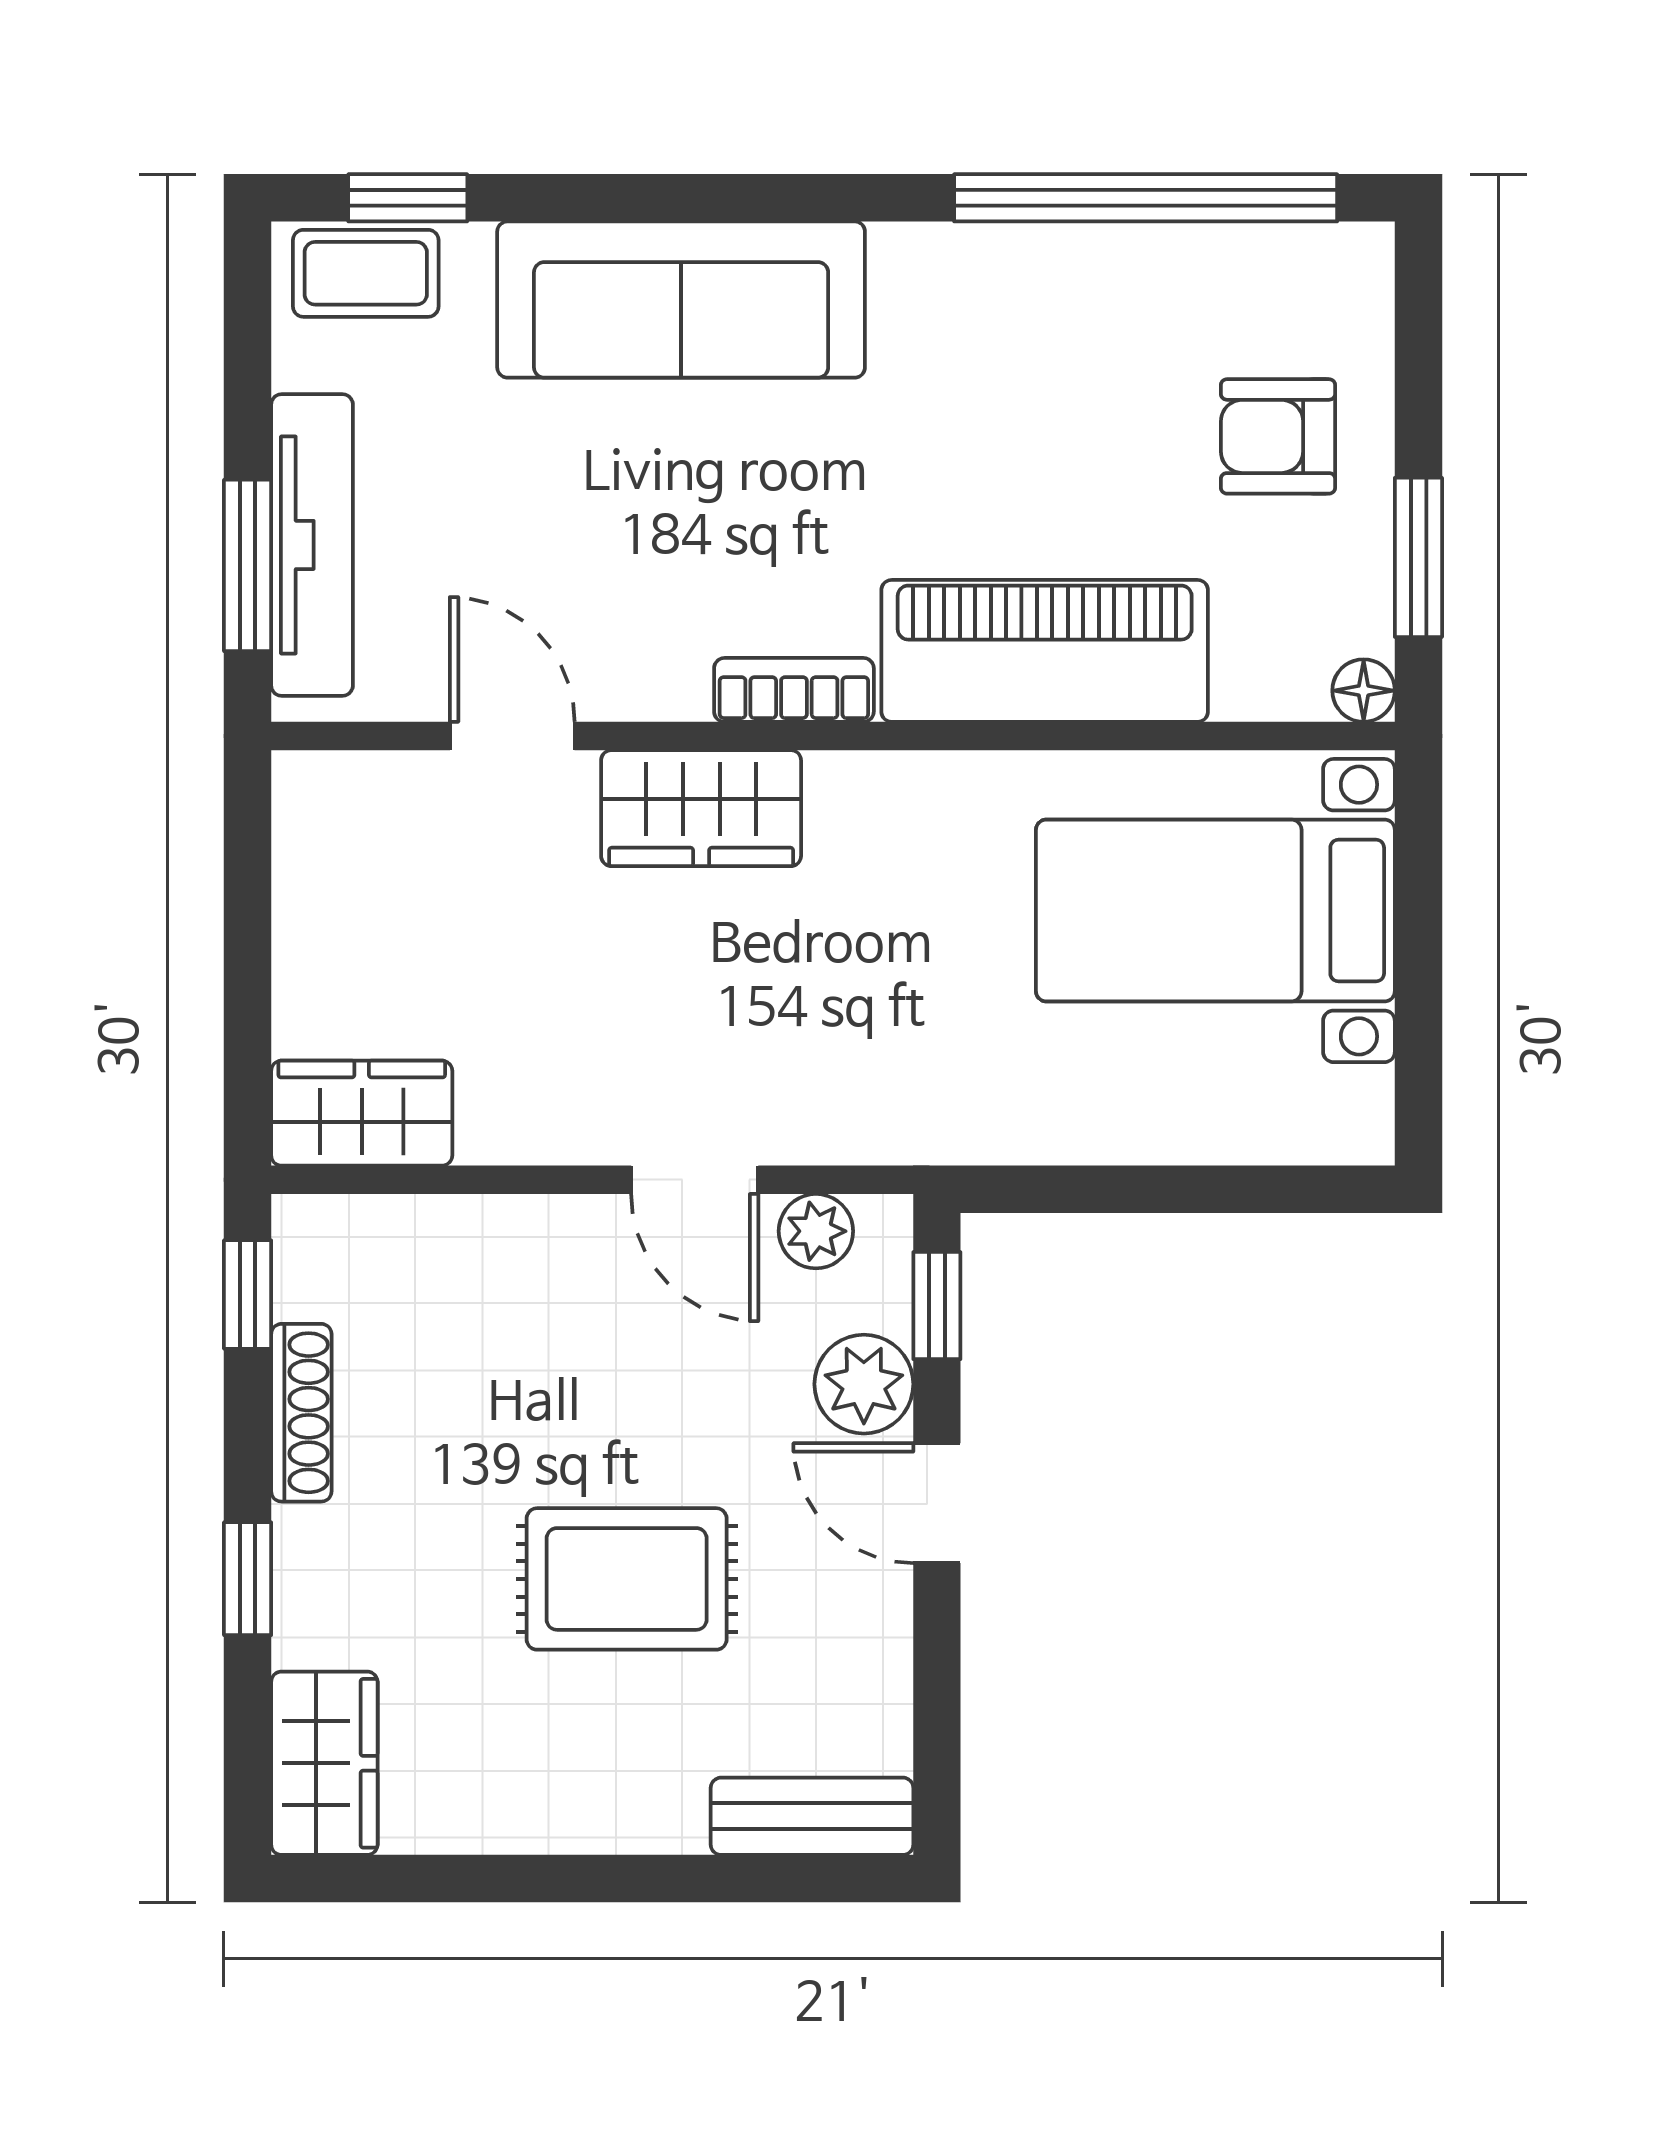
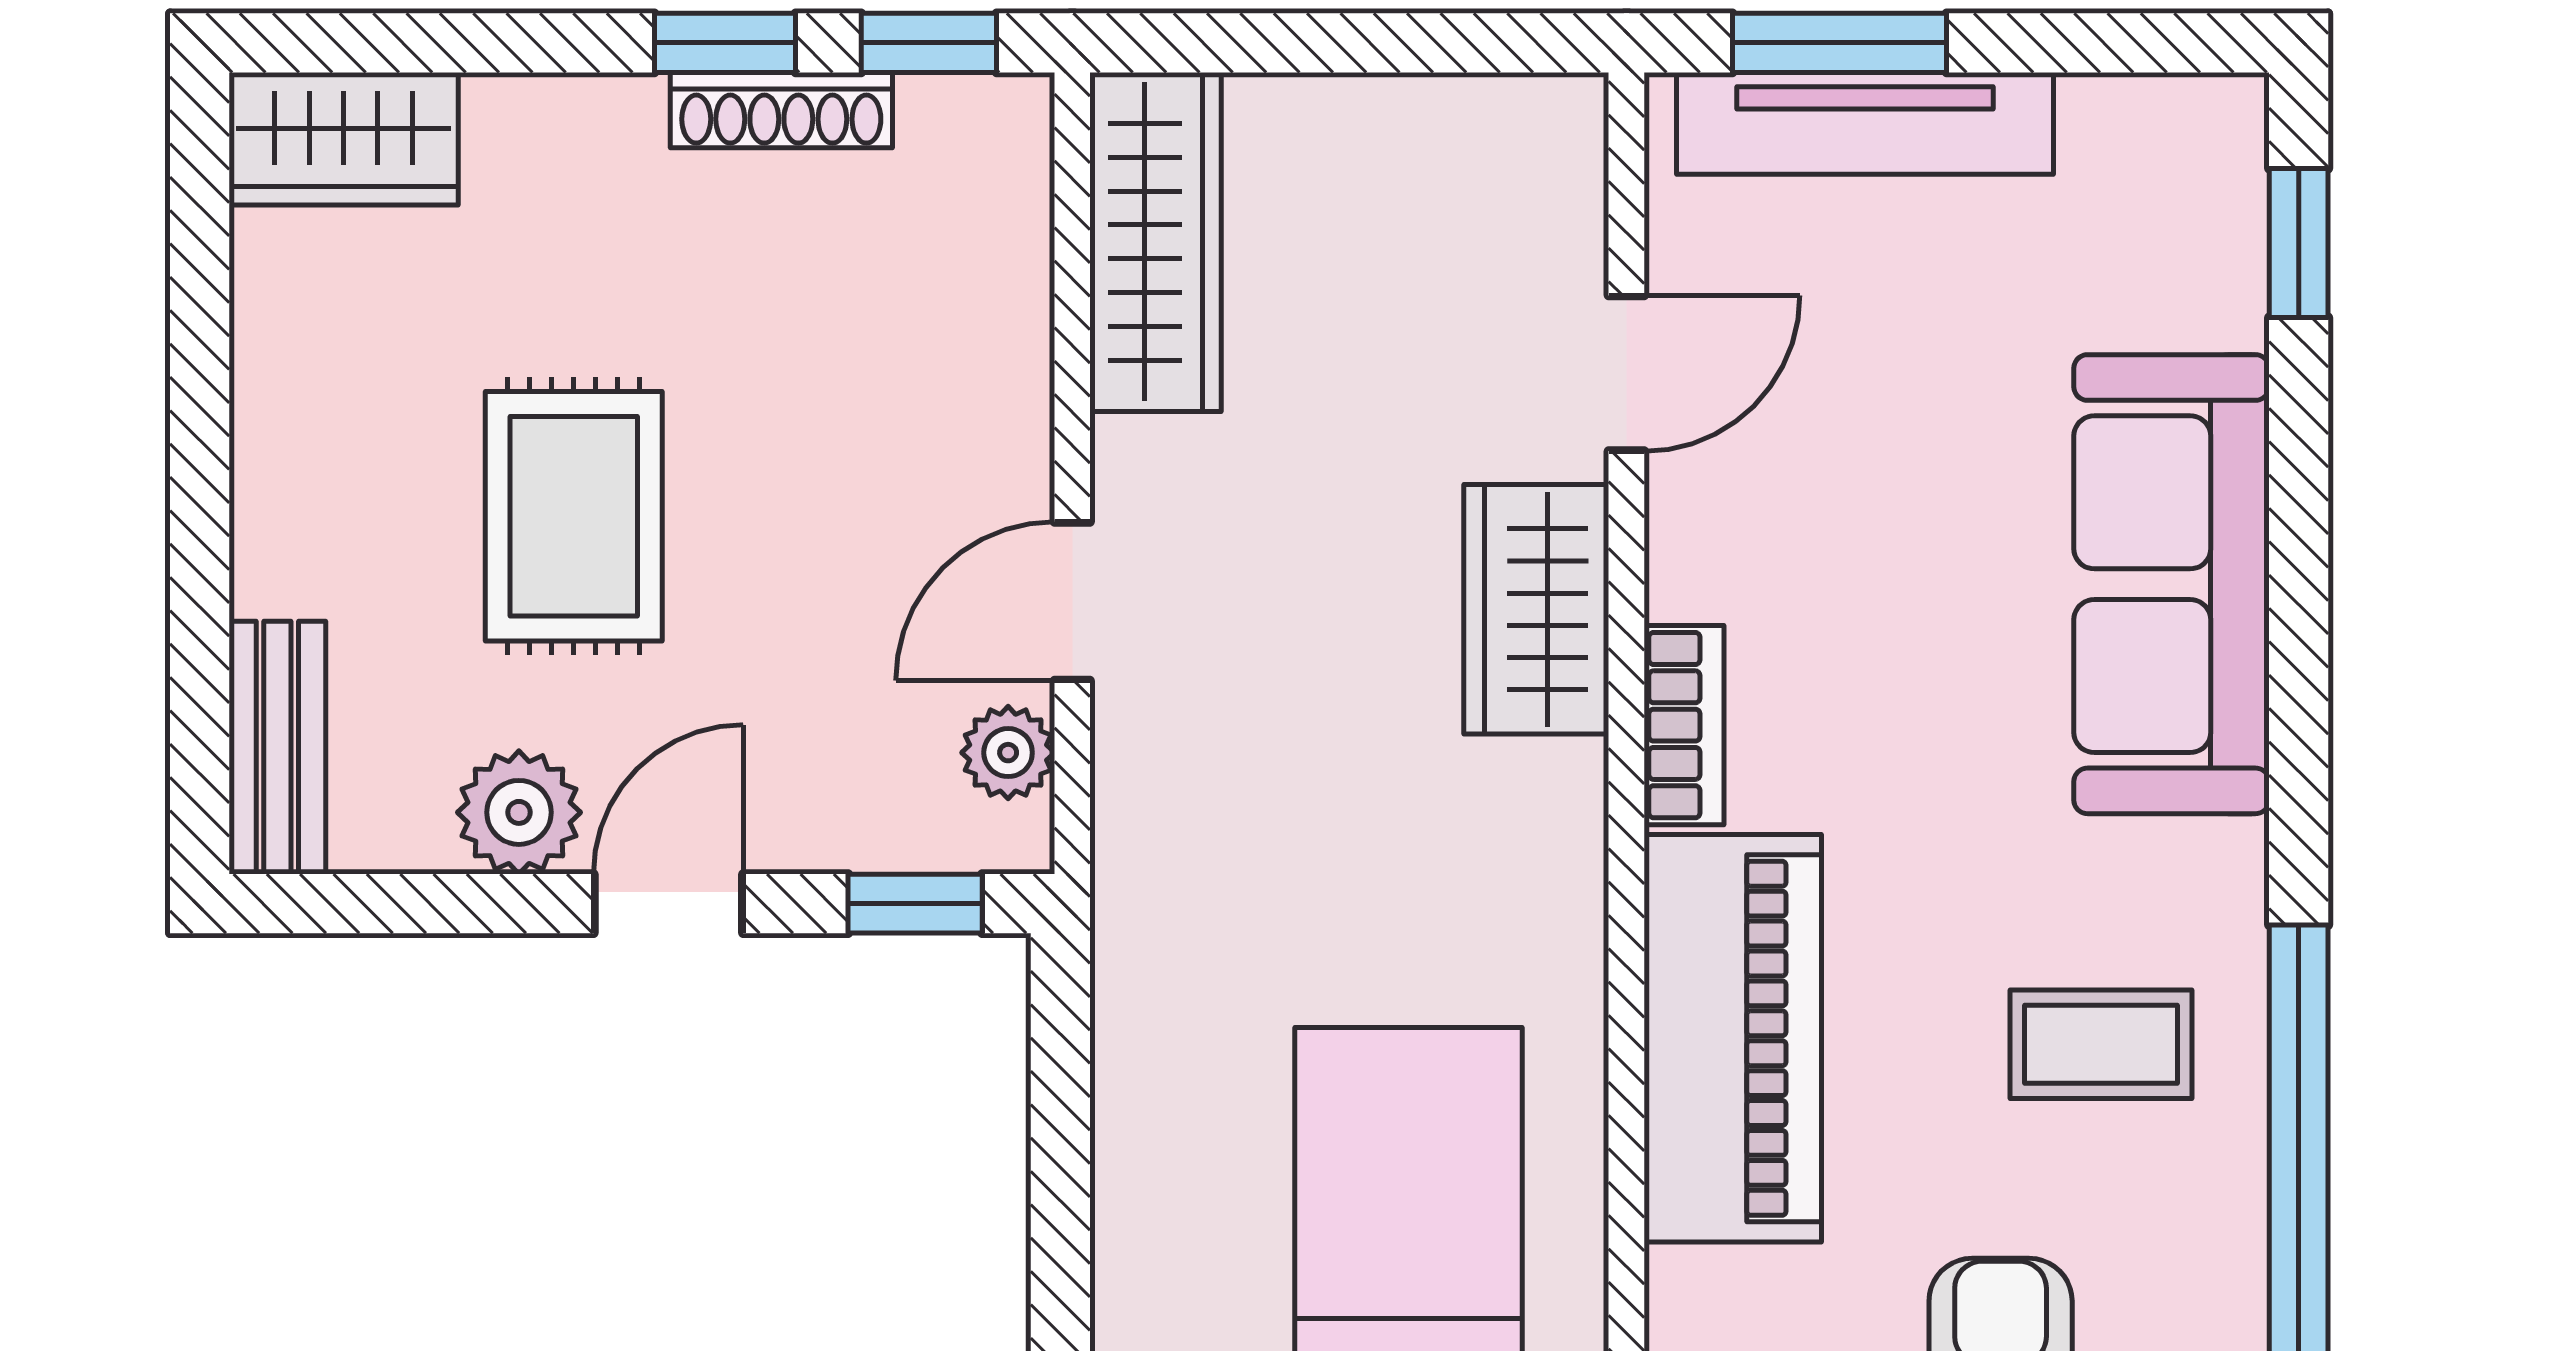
coffee table: (366, 273) -> (2101, 1044), moved, turned 90
wardrobe: (362, 1113) -> (1155, 242), width x1.50
plant: (864, 1384) -> (519, 812), moved
window: (248, 1579) -> (725, 43), moved

